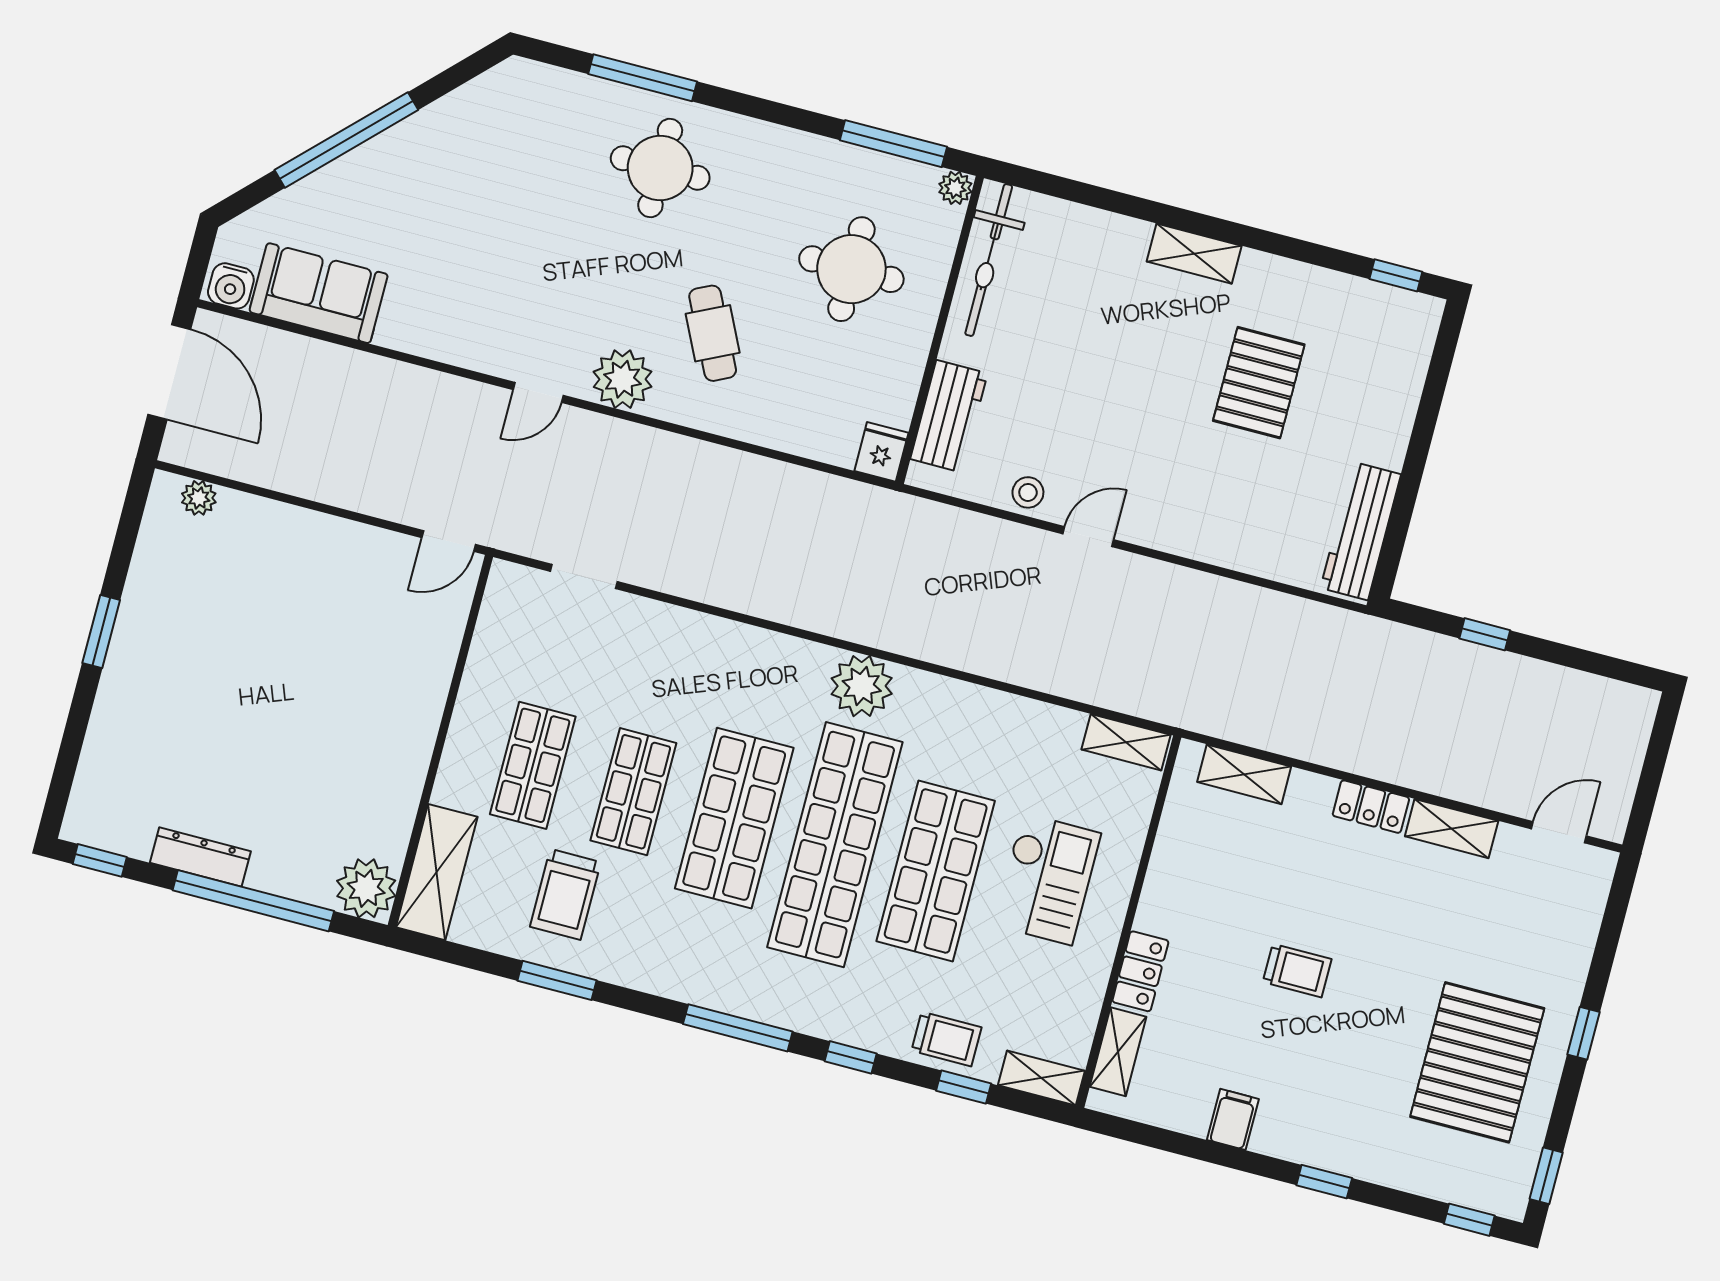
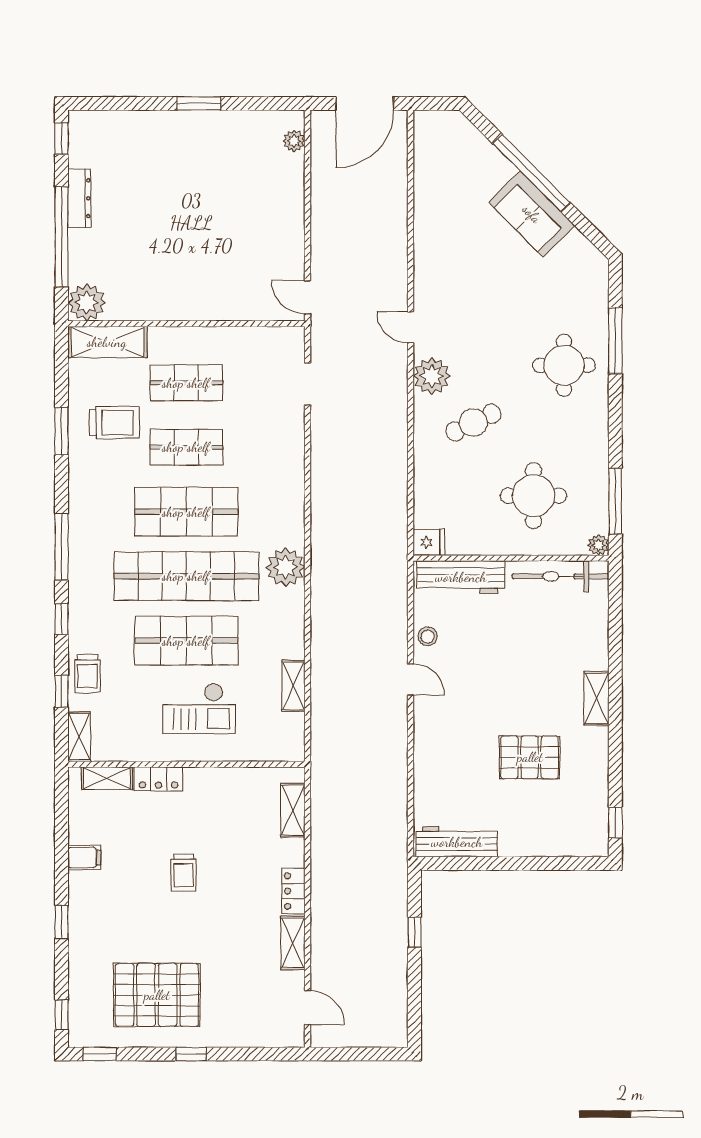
water cooler: (231, 286) -> (426, 127), removed
sofa: (319, 293) -> (532, 214), moved, turned 135
workbench: (949, 416) -> (461, 577), width x1.38
shelving: (1126, 742) -> (293, 686), moved
trolley: (565, 894) -> (114, 423), turned 180

